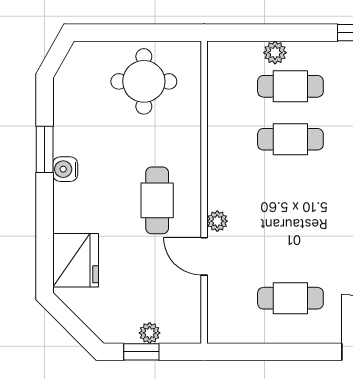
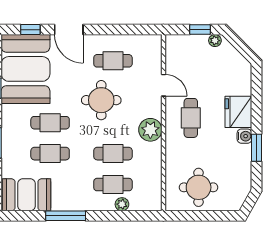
plant: (217, 221) -> (150, 130), moved, width x1.88, depth x1.88
round table: (310, 231) -> (101, 100), added
fridge: (76, 260) -> (238, 112), moved
plant: (150, 333) -> (215, 41), moved

